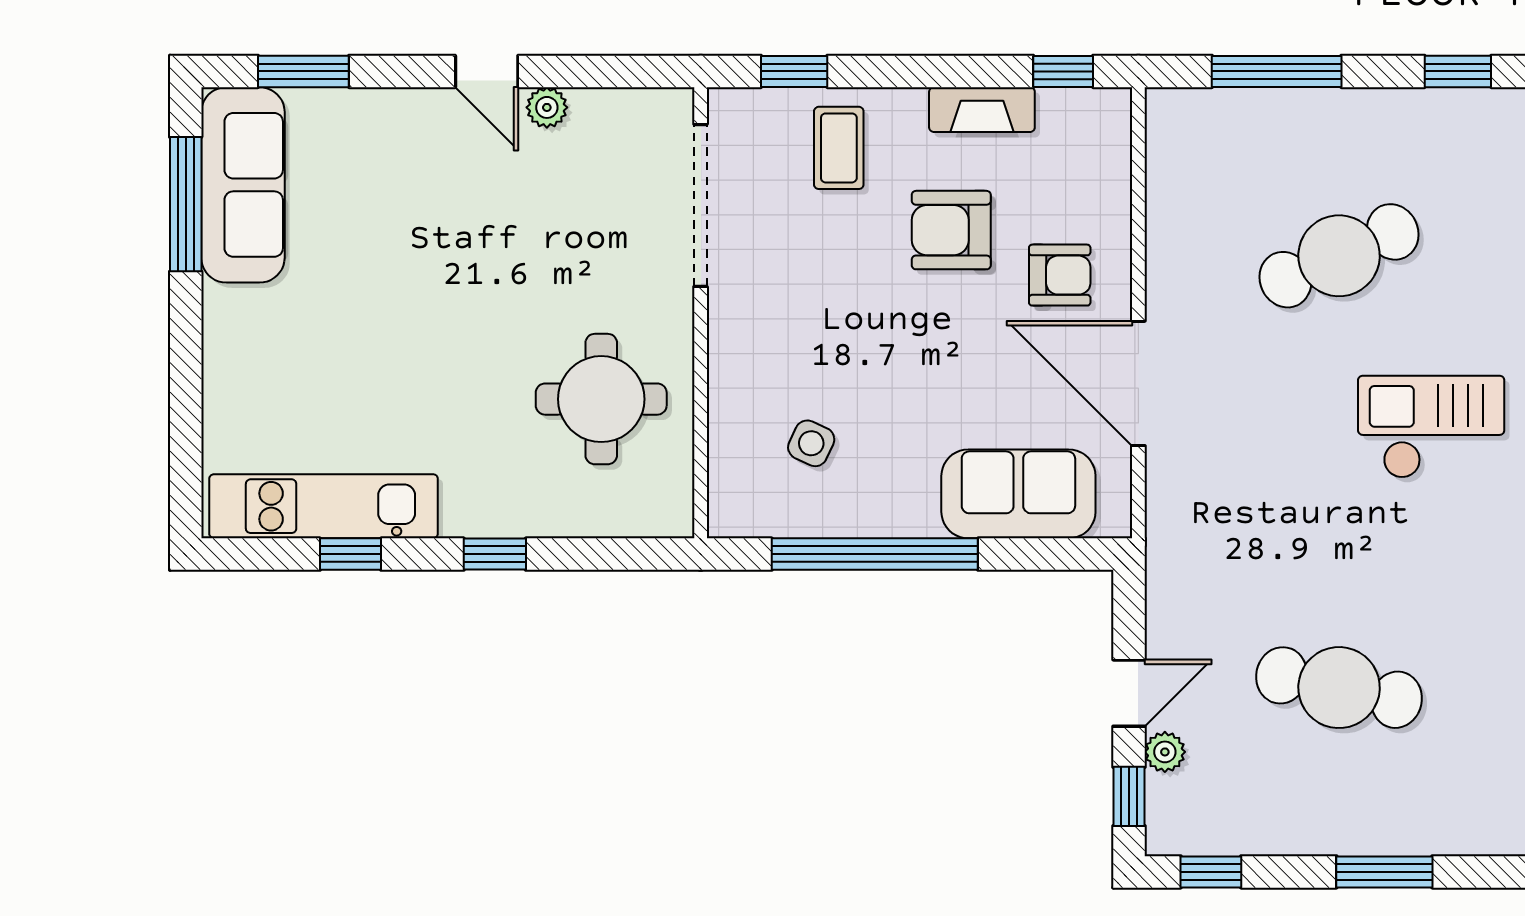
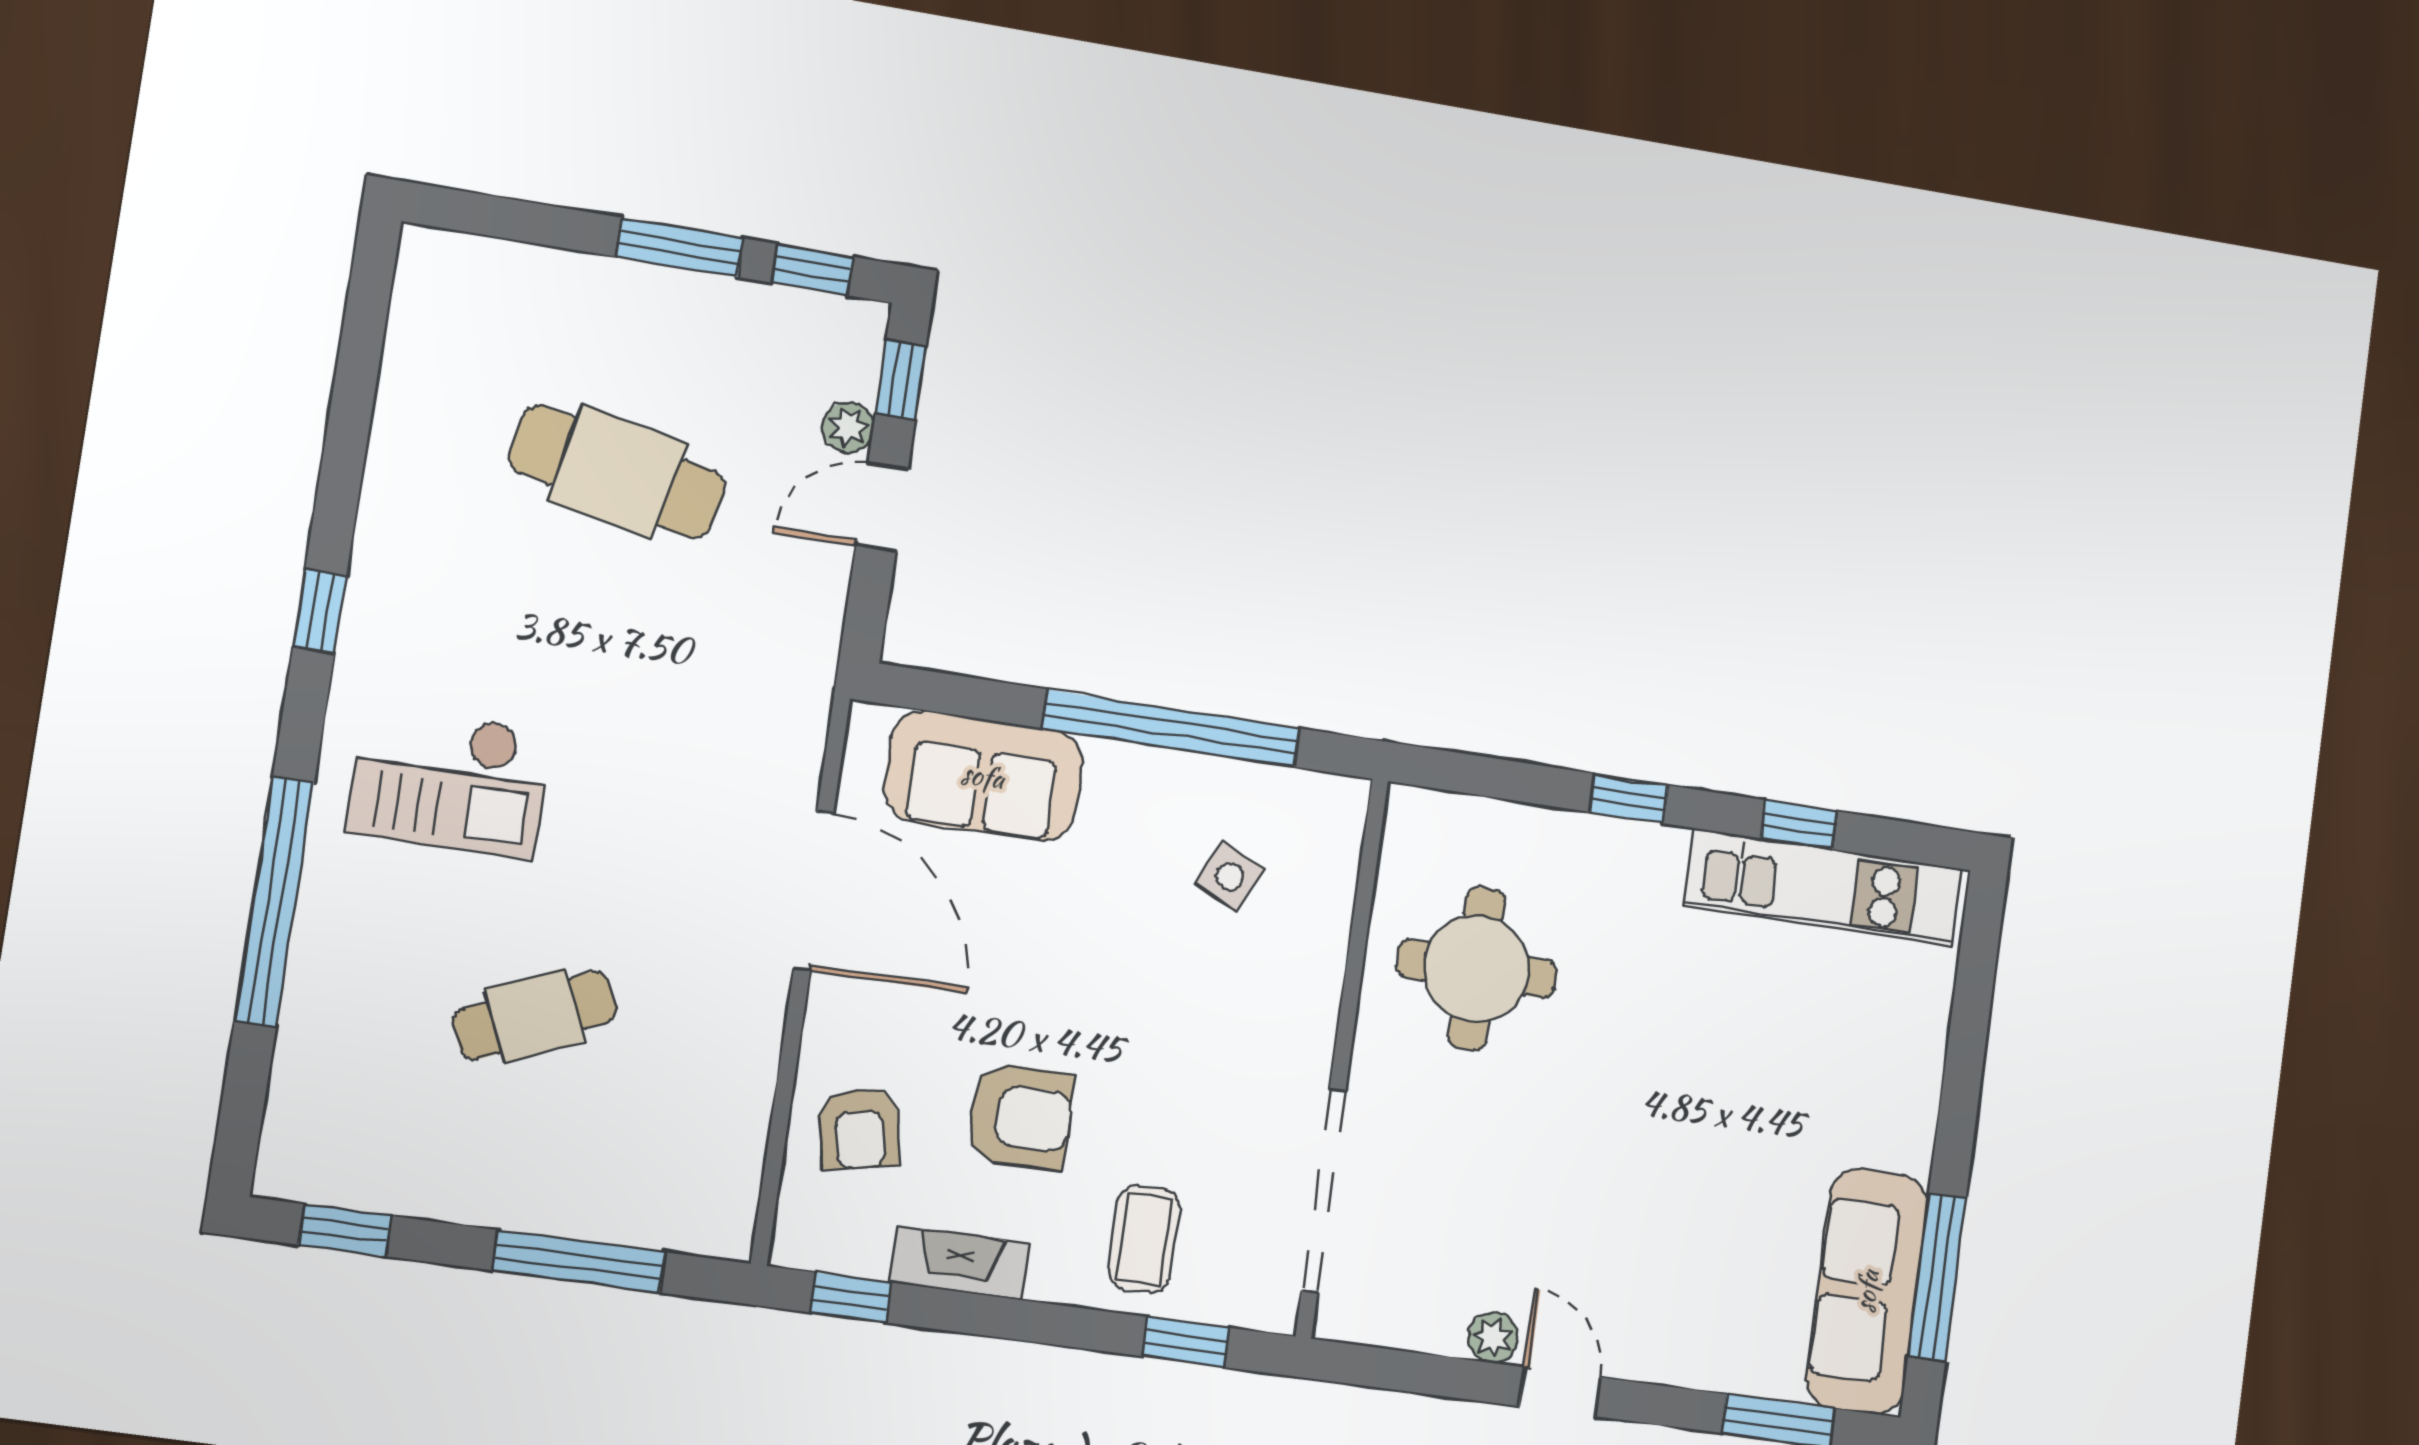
cafe table: (1339, 256) -> (535, 1016), width x0.73, depth x0.74
armchair: (1060, 275) -> (859, 1129), moved, turned -102
window: (1384, 872) -> (680, 247), moved

